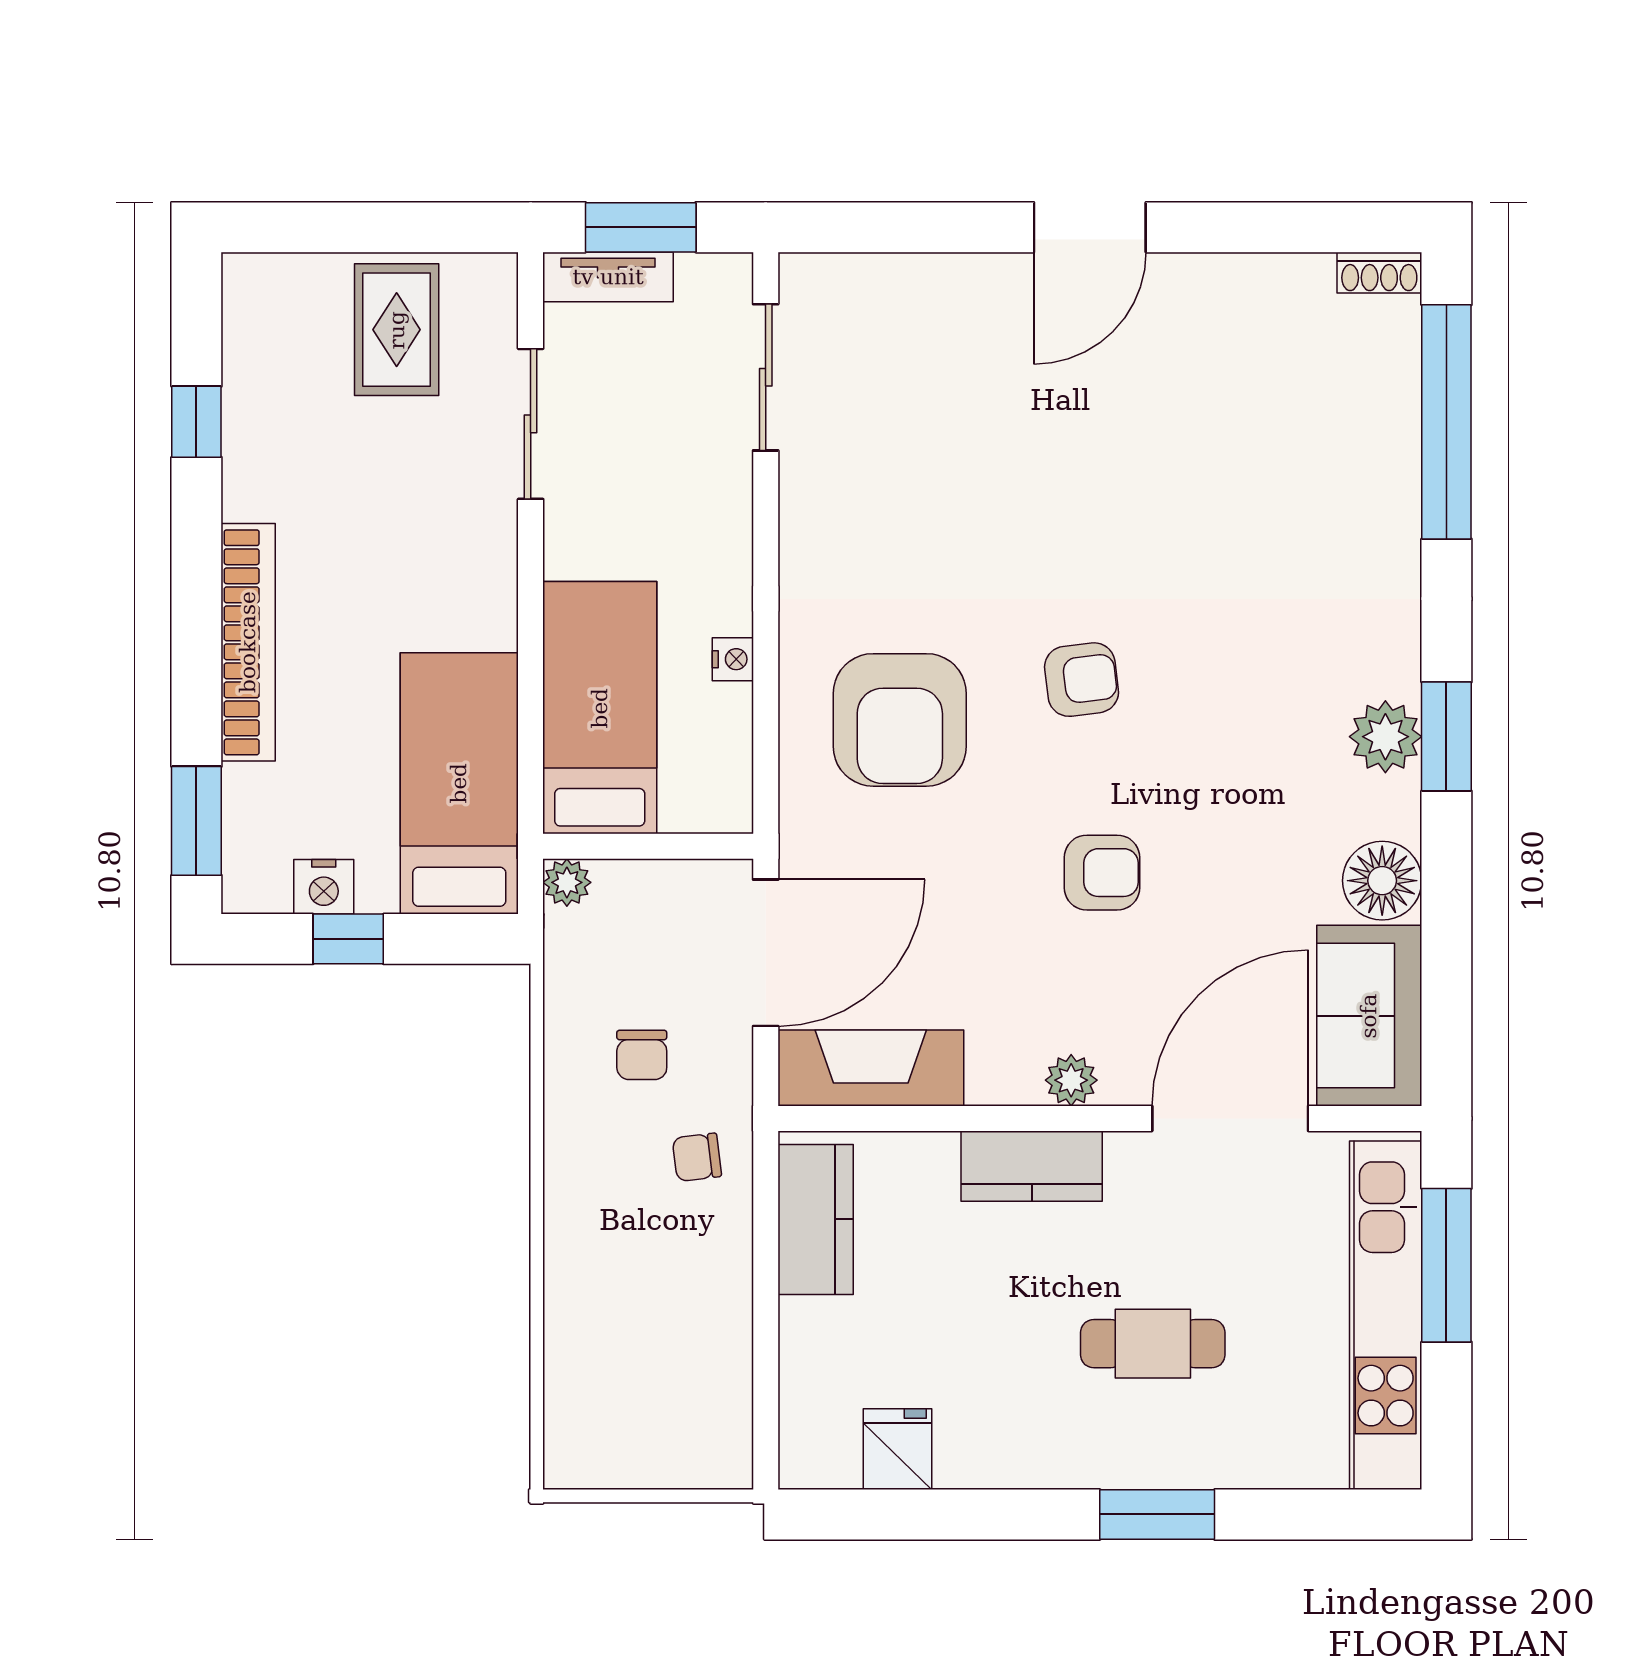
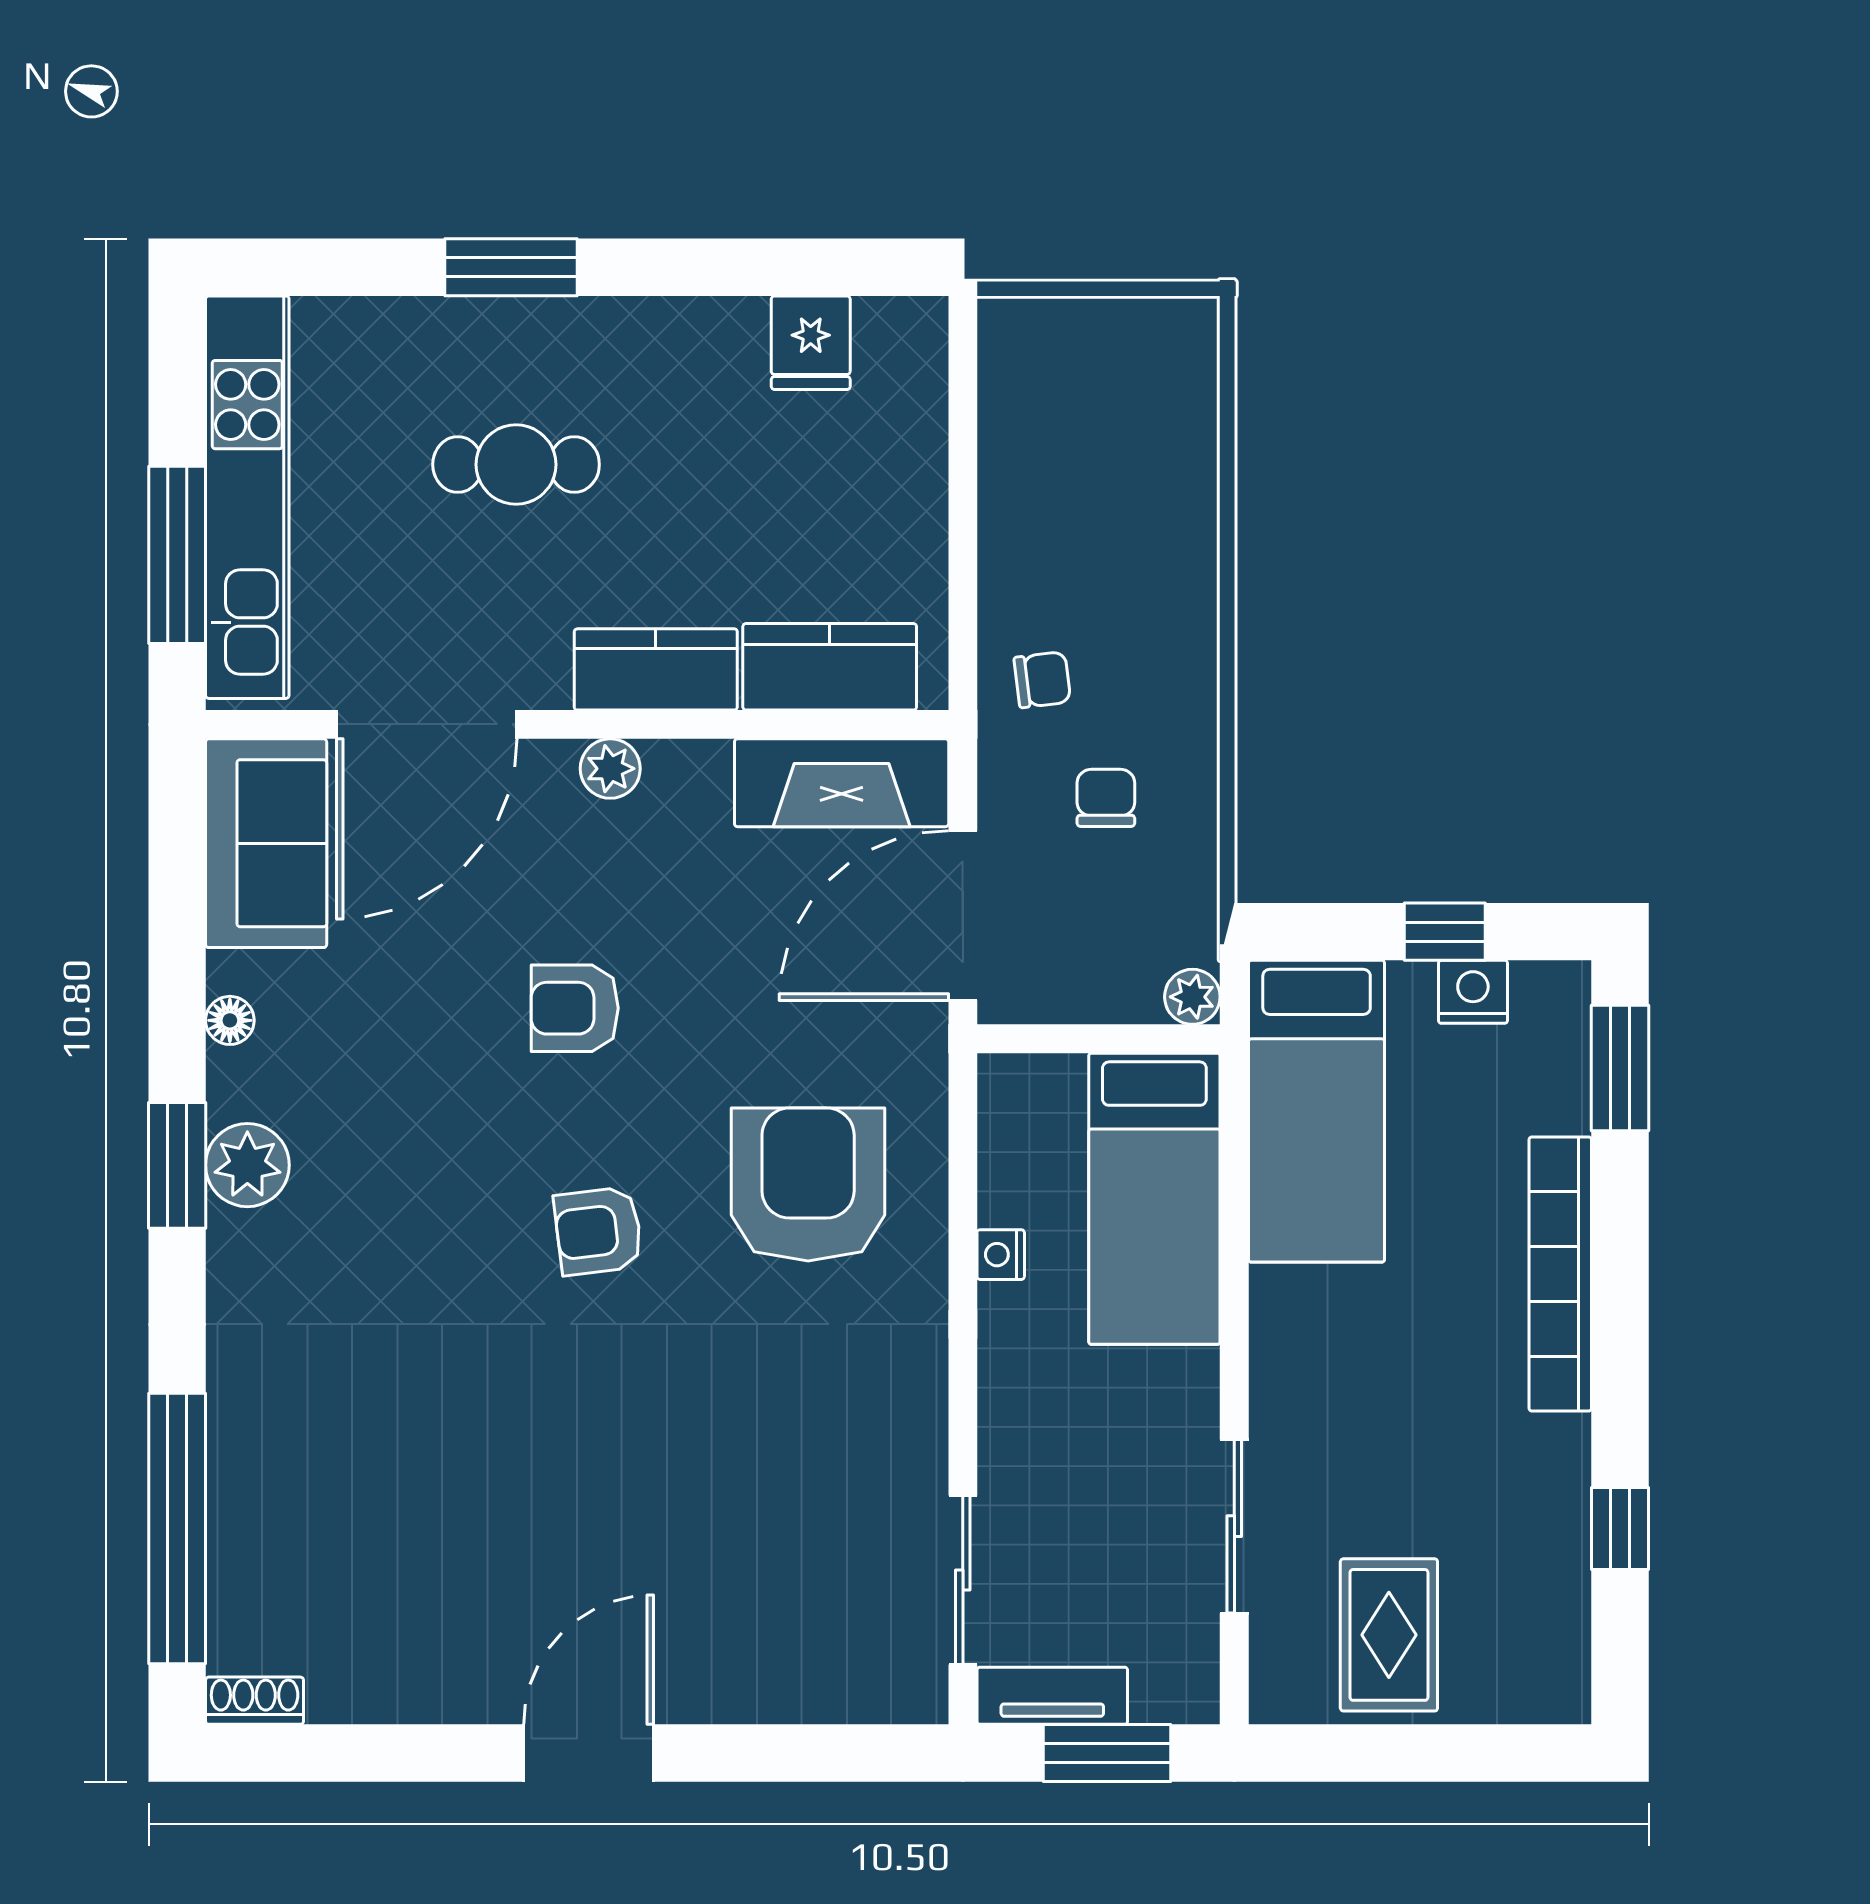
tv unit: (608, 277) -> (1052, 1696), moved
floor lamp: (1382, 881) -> (230, 1020), width x0.53, depth x0.53
kitchen counter: (816, 1219) -> (830, 667), moved, turned 90

